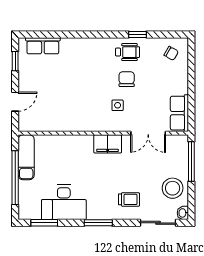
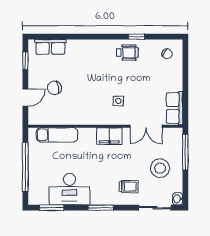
chair: (127, 79) -> (54, 88), moved, turned -101
exam couch: (26, 157) -> (57, 135), moved, turned 90
stool: (173, 188) -> (160, 168), moved

